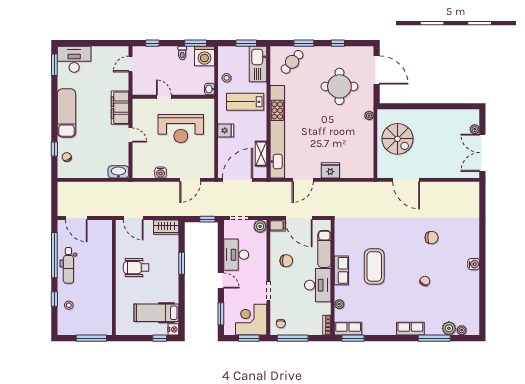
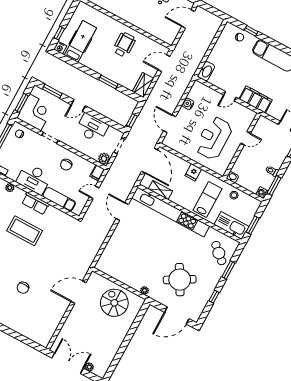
washing machine: (204, 56) -> (262, 193), width x0.53, depth x0.53
round table: (339, 86) -> (180, 280), turned -30
spiral stairs: (397, 139) -> (114, 303), turned 90
fridge: (330, 170) -> (118, 237), removed
door: (299, 218) -> (94, 192), width x0.53

